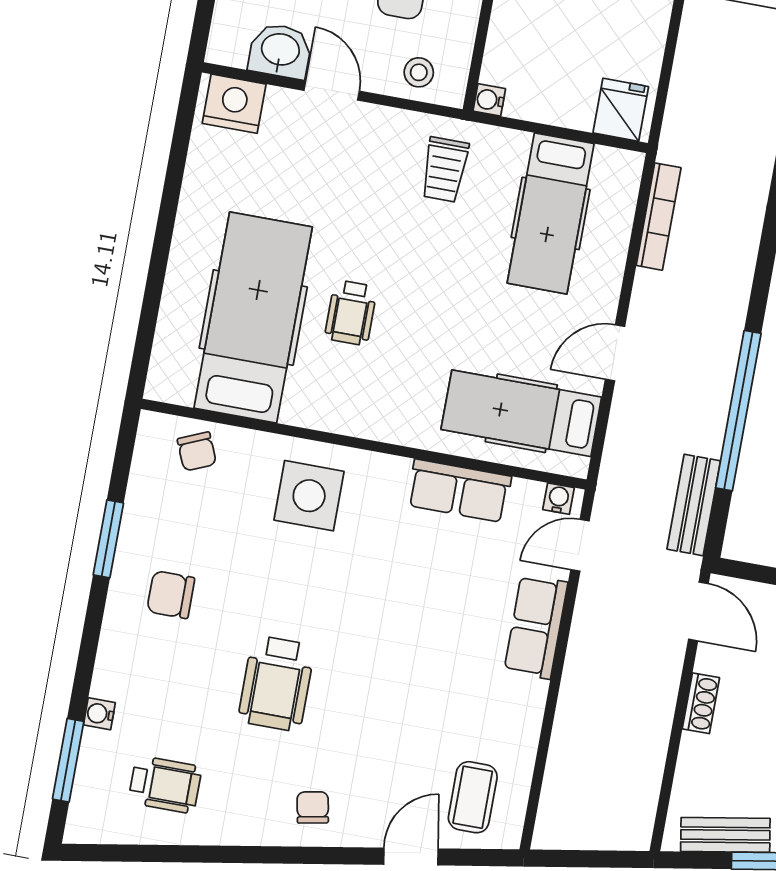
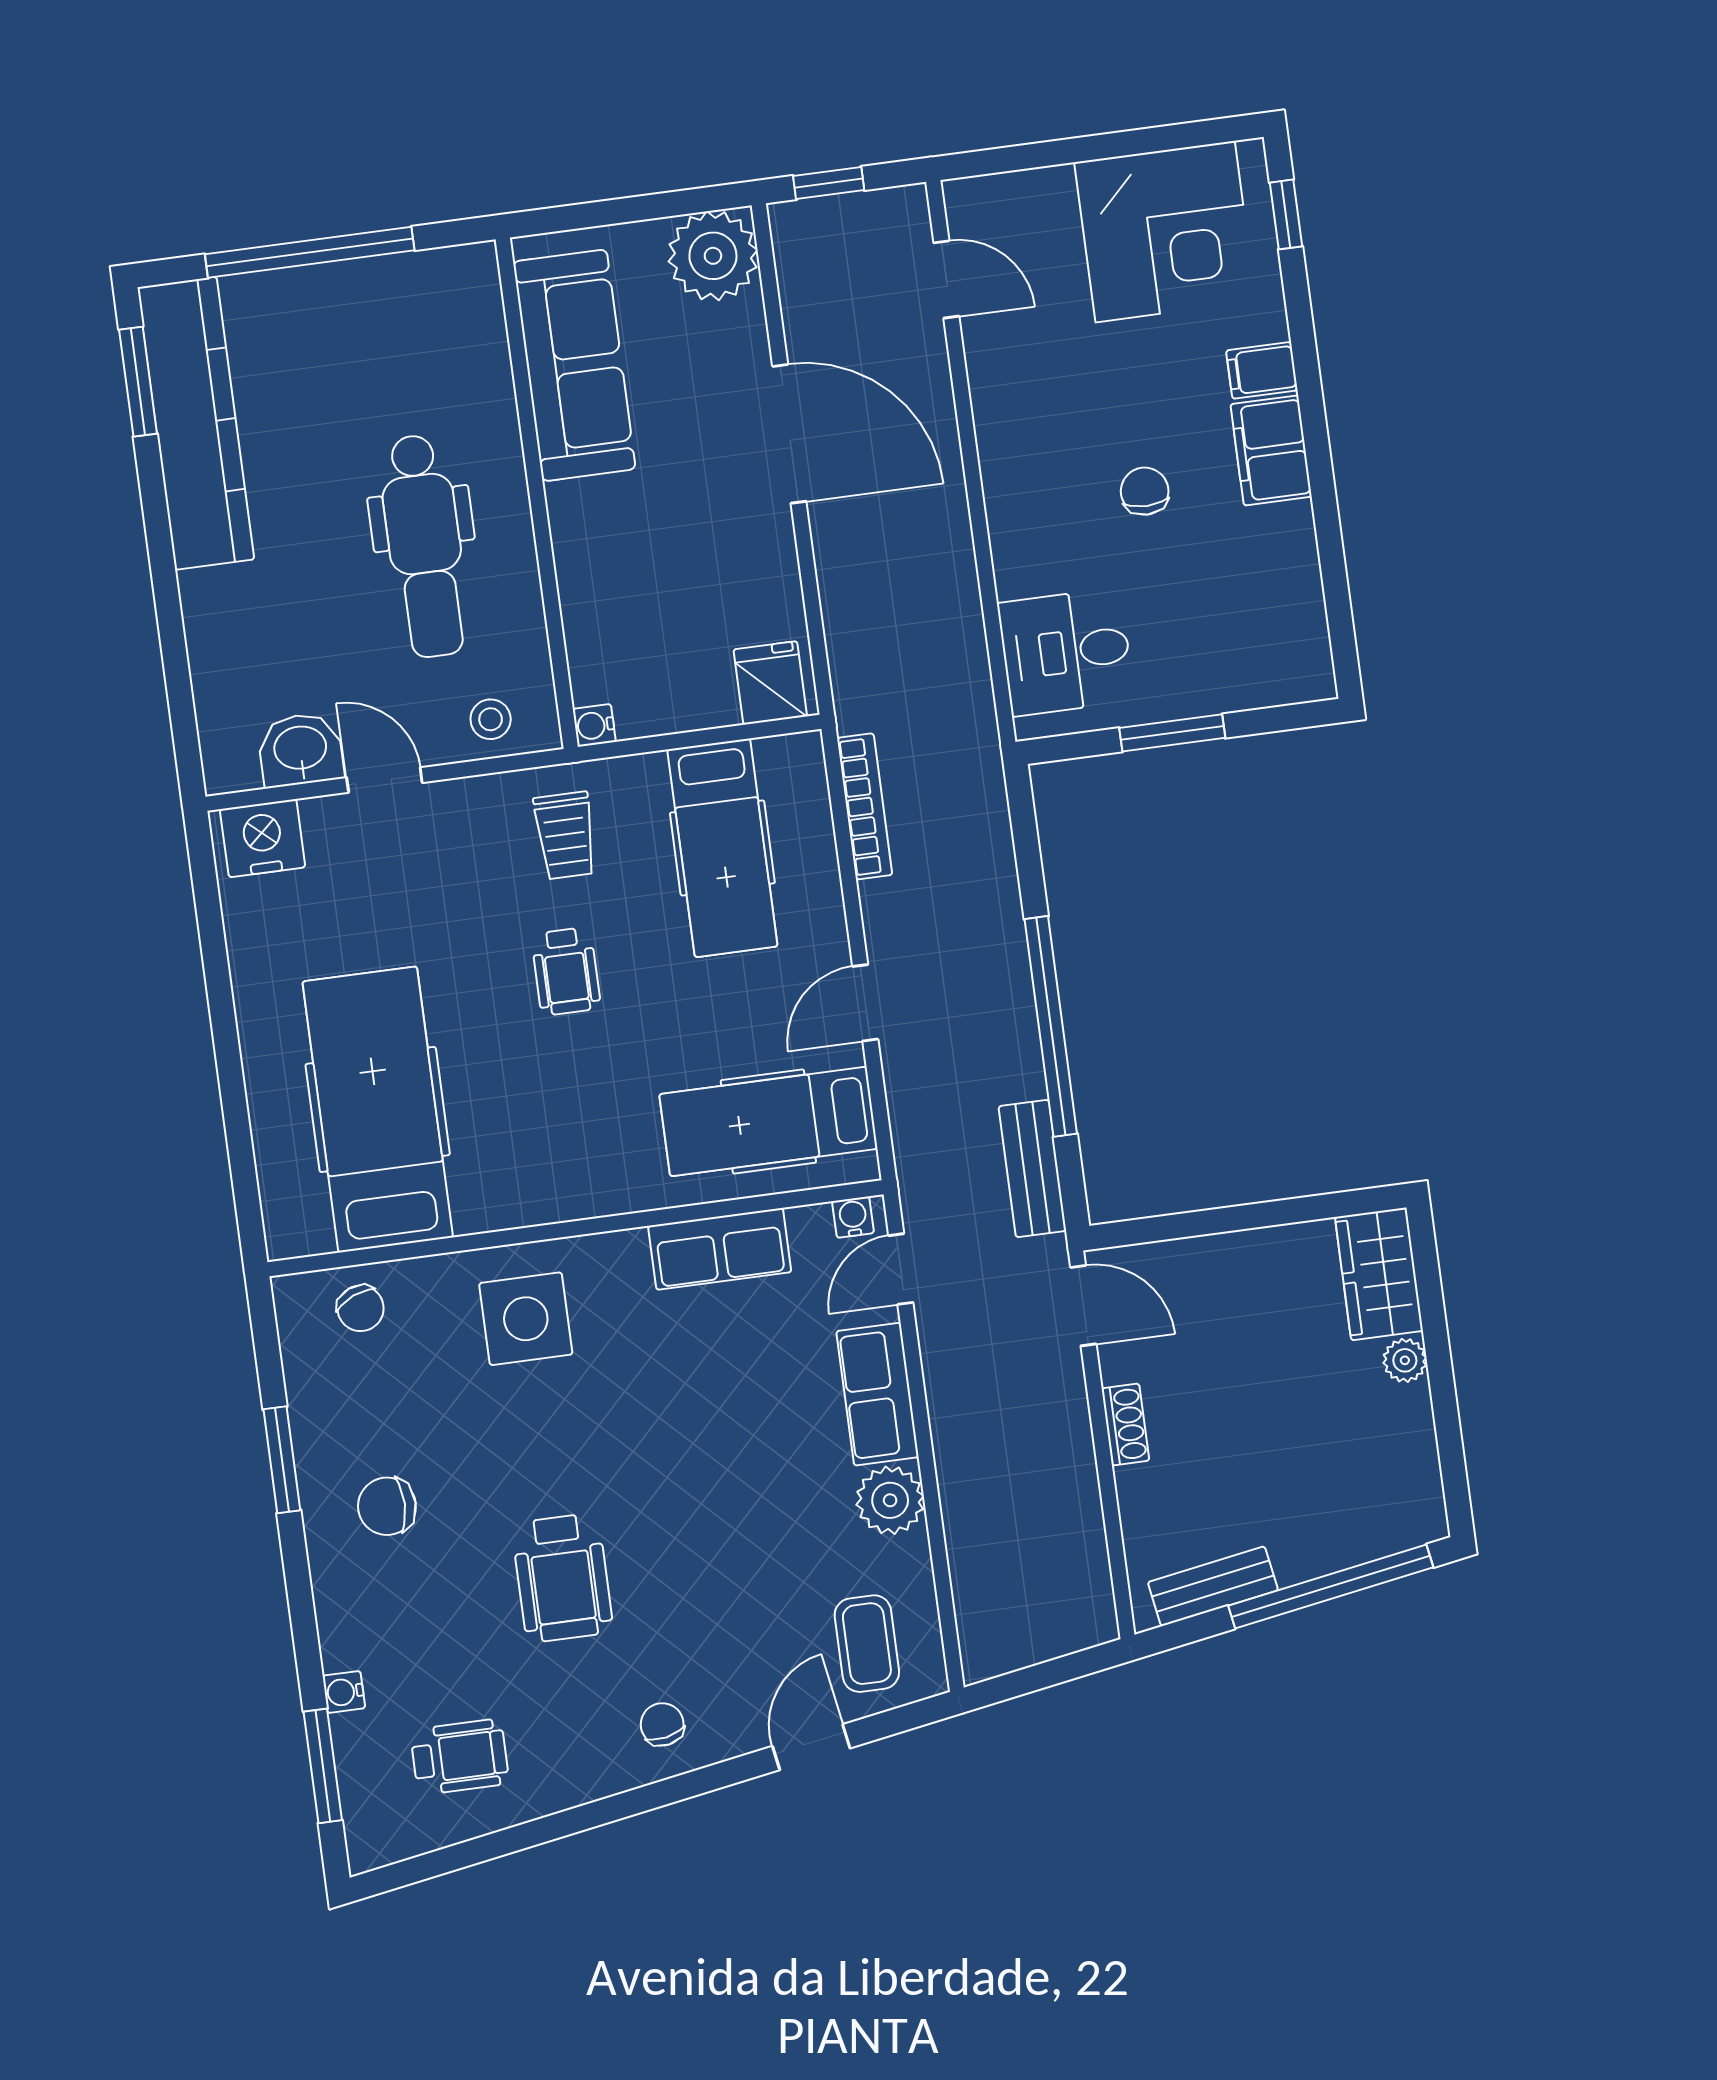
wheelchair: (351, 313) -> (566, 971), moved
plant: (521, 703) -> (890, 1500), added

